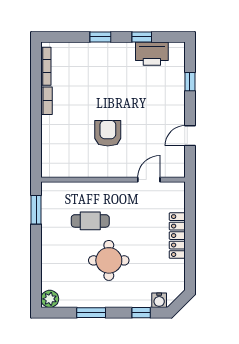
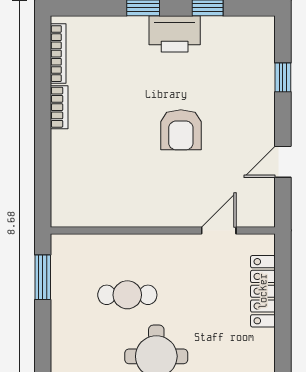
printer: (152, 54) -> (175, 34), moved
armchair: (108, 133) -> (181, 130), moved, turned 180
locker: (177, 236) -> (263, 291), moved

